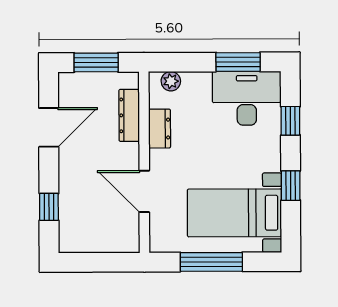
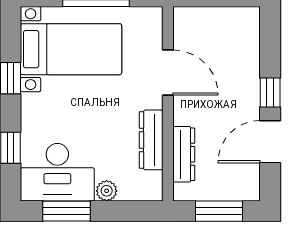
plant: (171, 81) -> (107, 191), moved
dresser: (160, 129) -> (151, 140), width x1.44
window: (49, 207) -> (270, 92), moved

